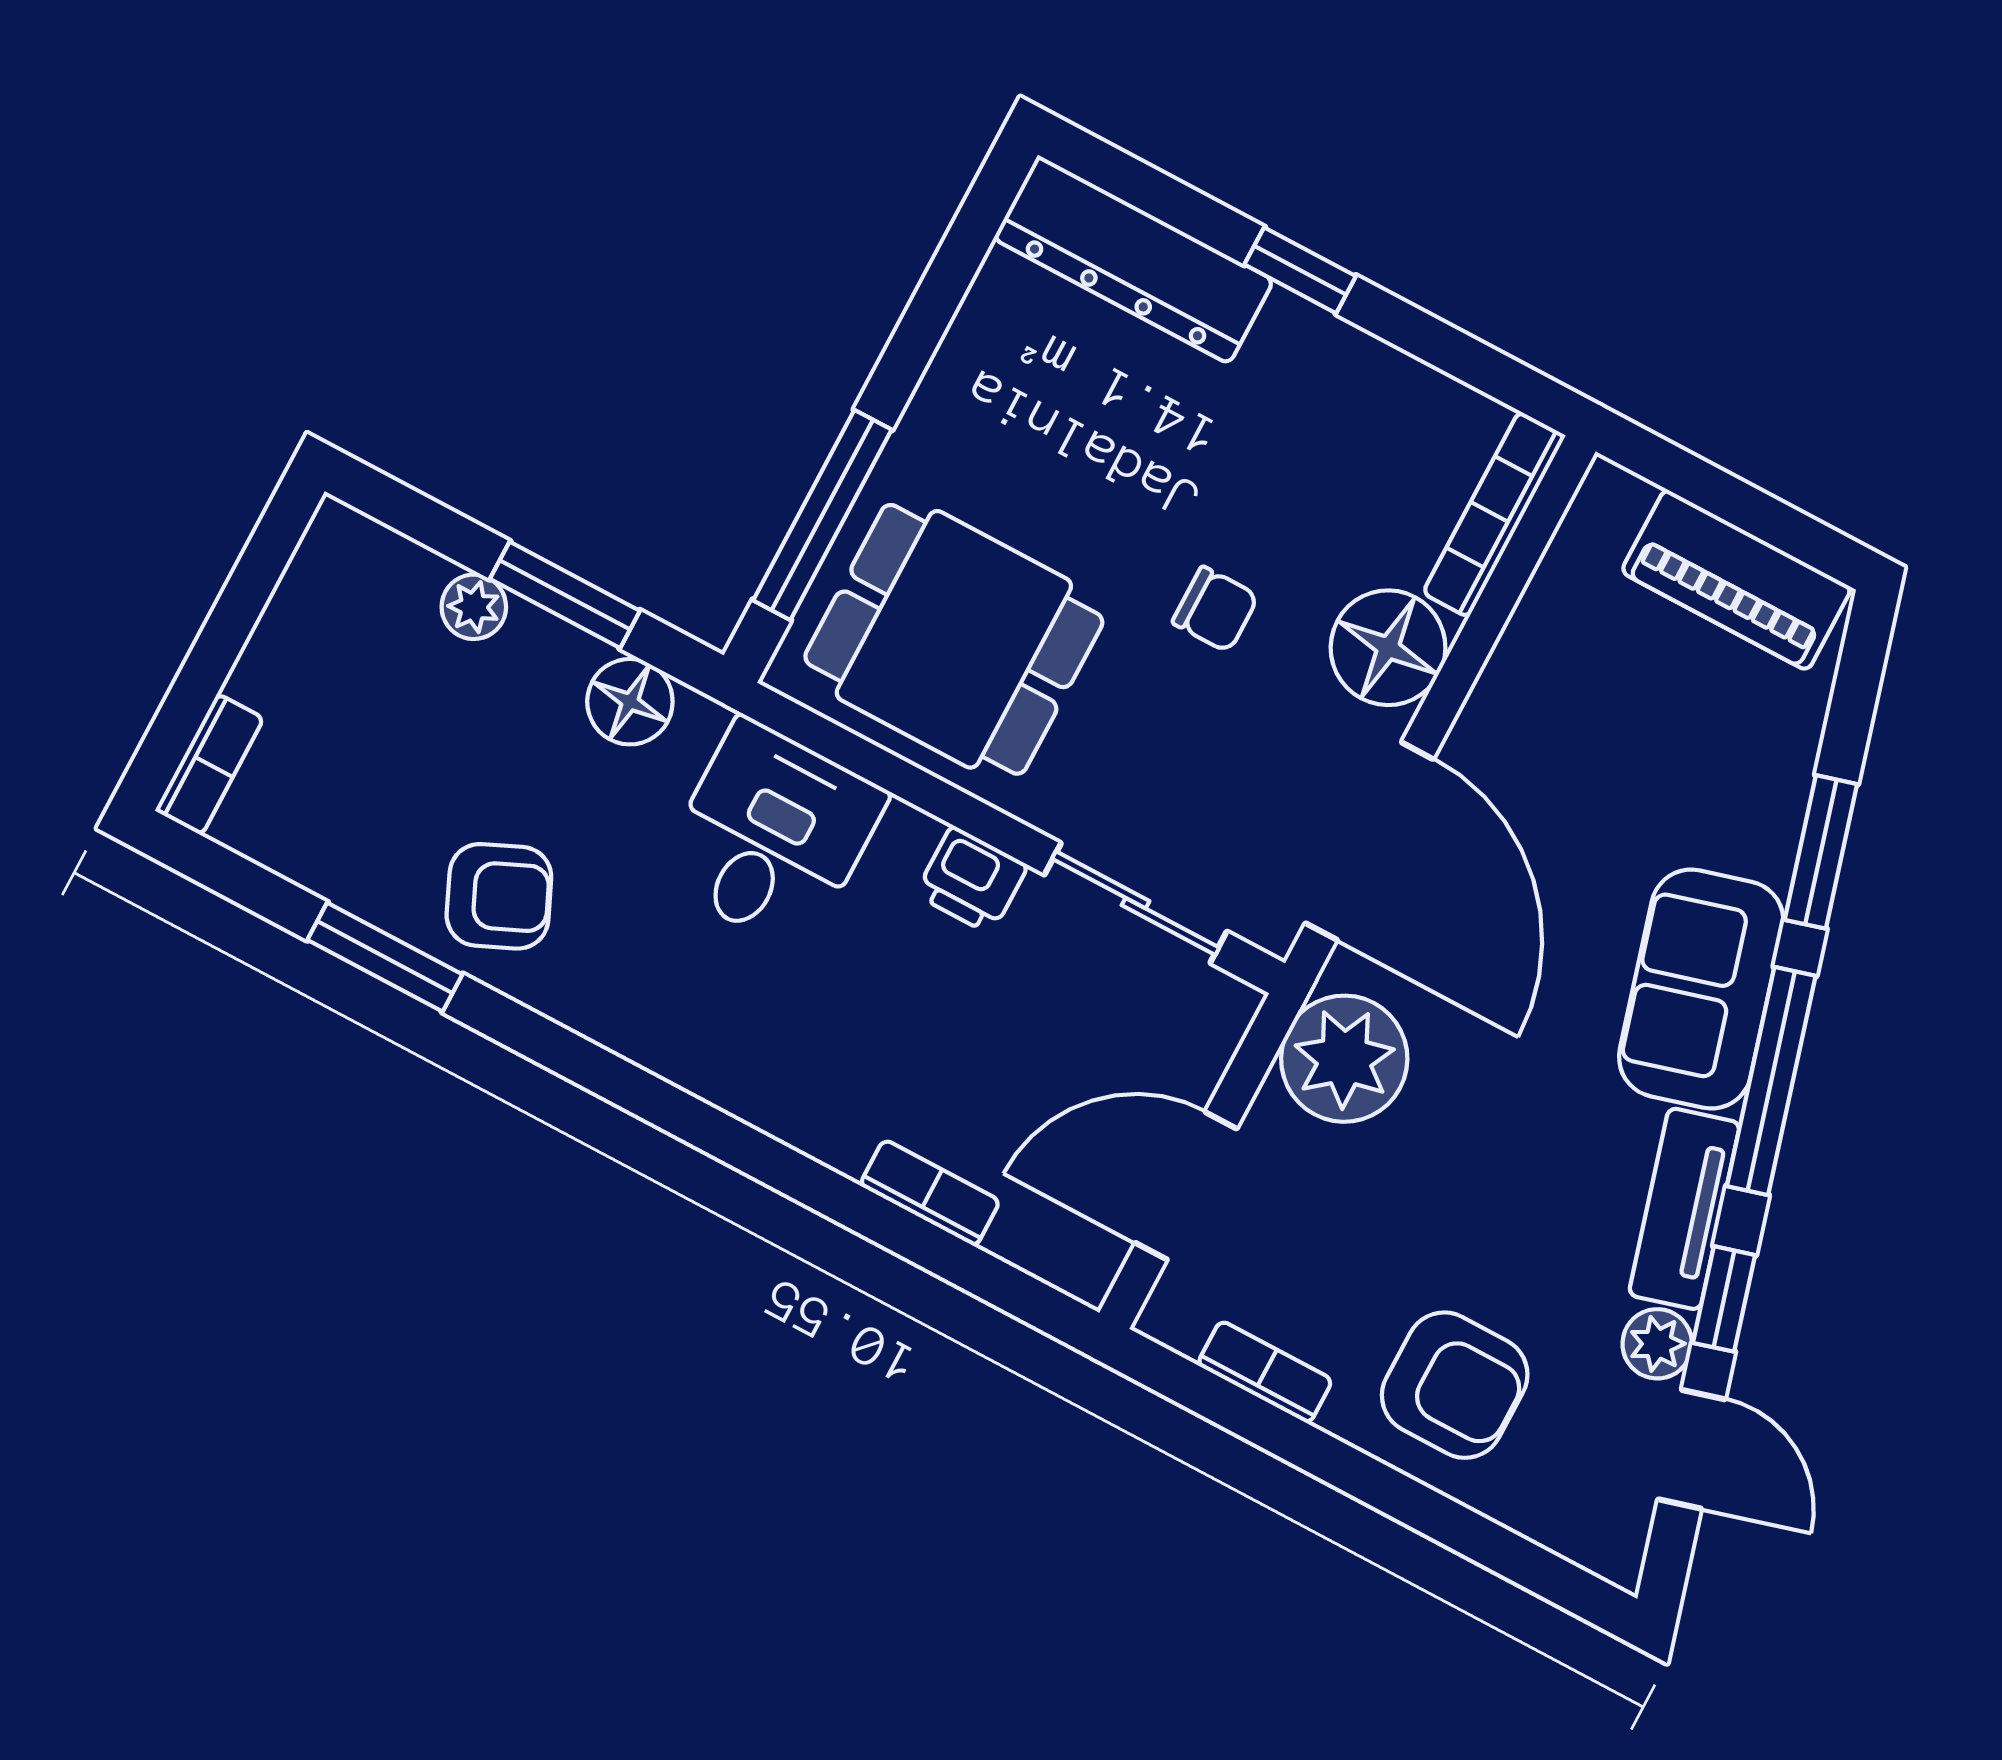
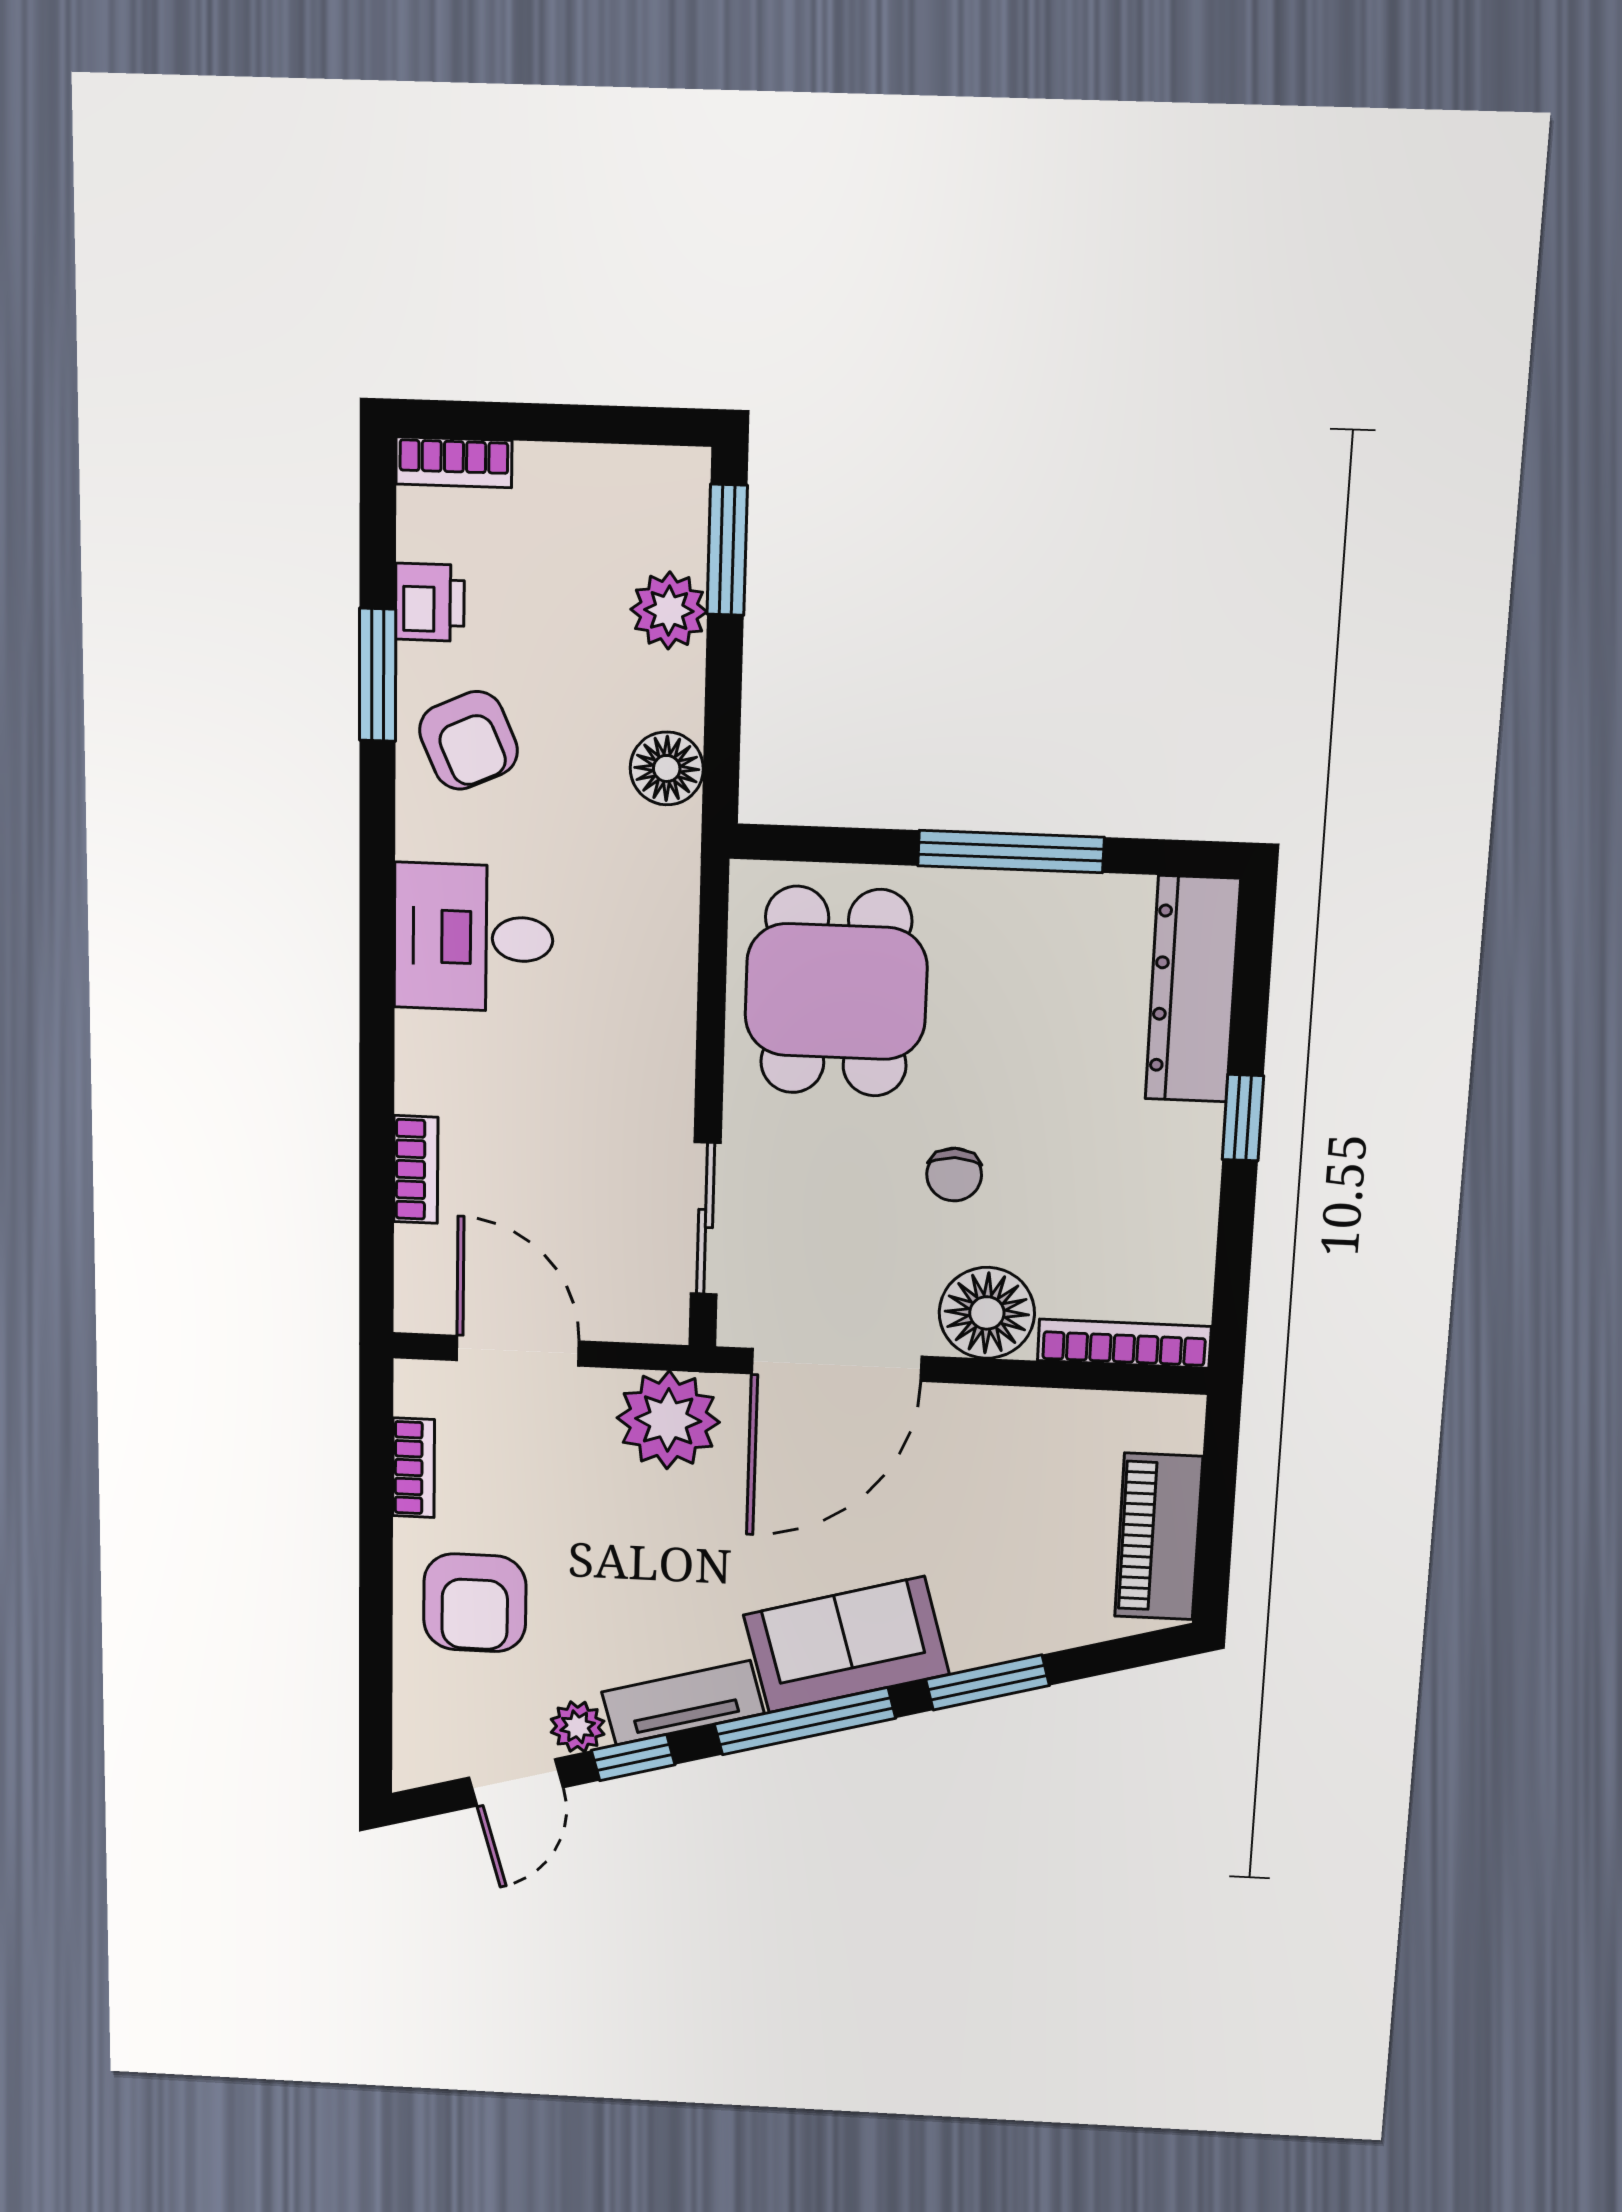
window: (822, 515) -> (1011, 852), moved
window: (565, 595) -> (727, 550), moved
plant: (474, 607) -> (669, 610), width x1.38, depth x1.38
desk: (772, 835) -> (474, 938), moved, turned 180
printer: (972, 880) -> (430, 602), moved, turned 180

